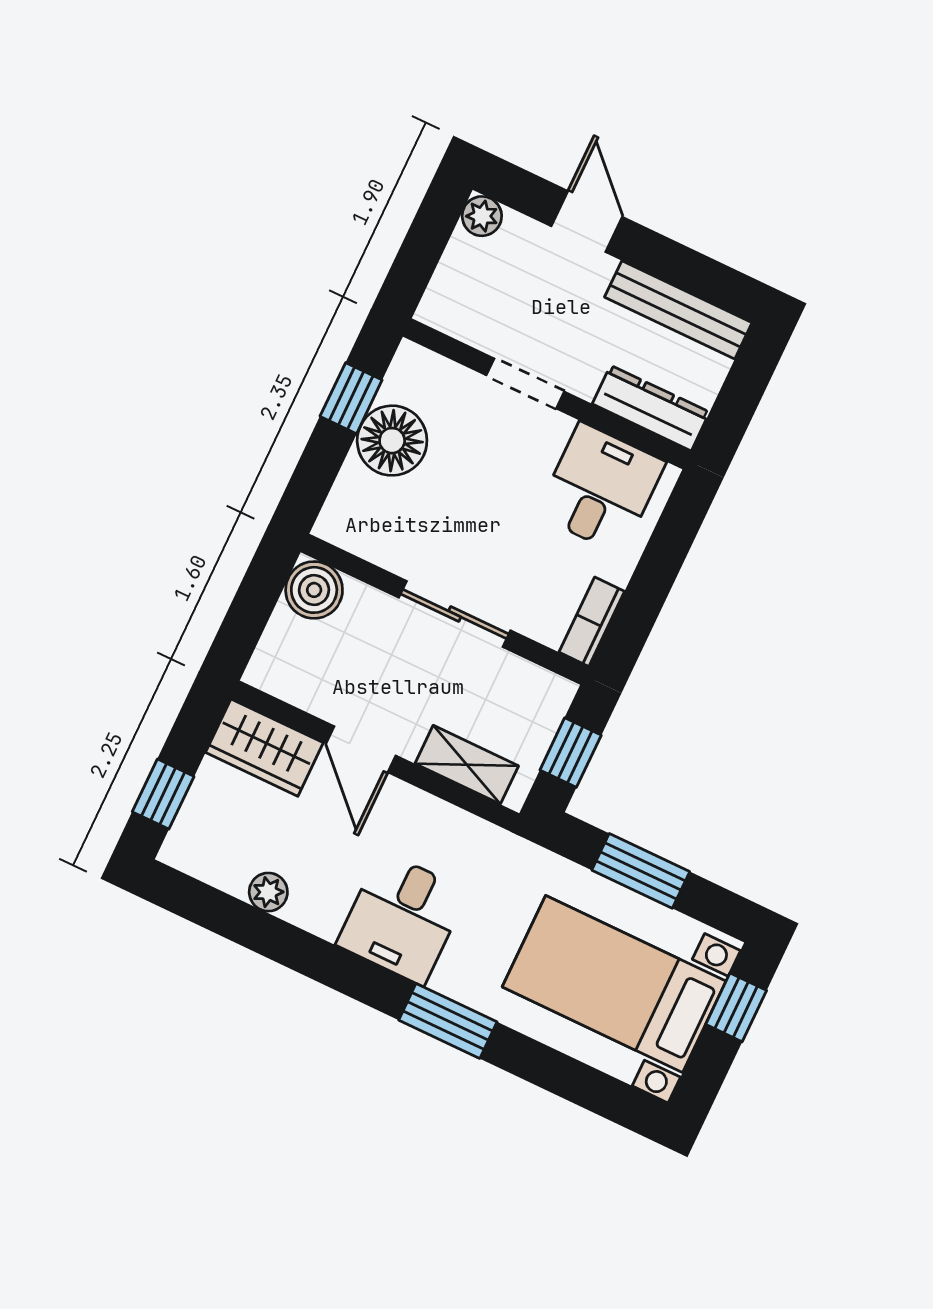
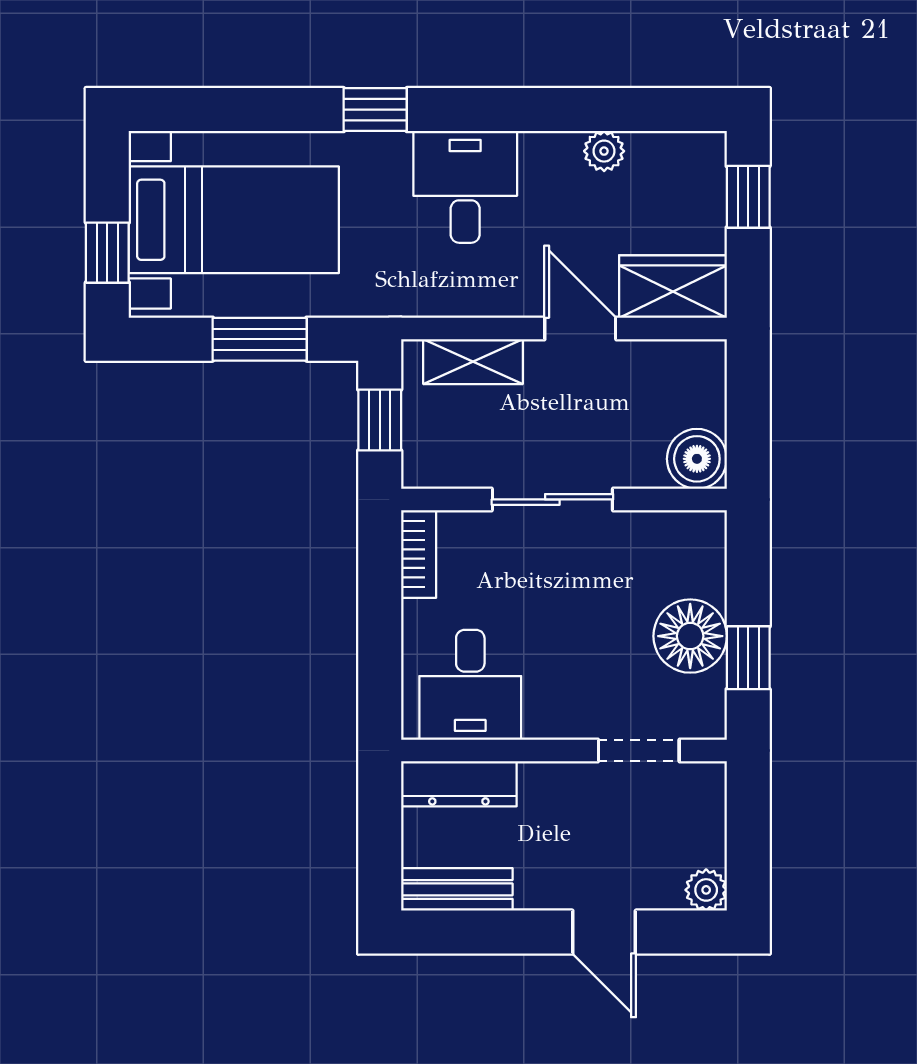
bench: (678, 310) -> (457, 889), width x0.73
doorway: (525, 383) -> (639, 750), moved
window: (448, 1021) -> (375, 110), width x0.67

